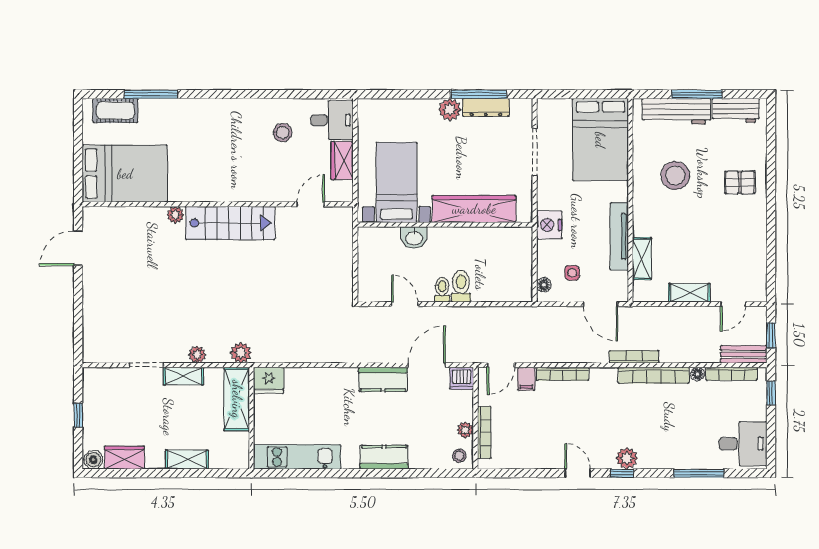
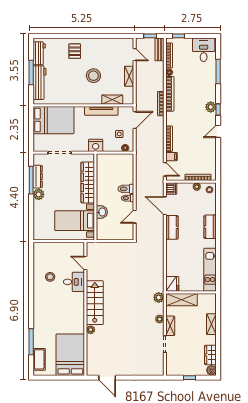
desk: (332, 120) -> (74, 282), moved, turned 90
wardrobe: (342, 161) -> (64, 247), removed
stool: (675, 175) -> (93, 76), moved

